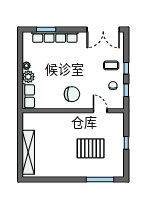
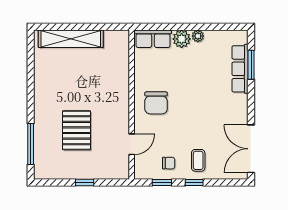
row of seats: (55, 37) -> (240, 69), width x0.73

